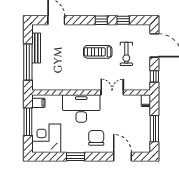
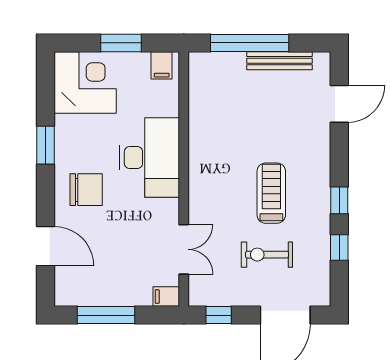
double door: (112, 93) -> (184, 249), moved
window: (28, 122) -> (121, 43), width x0.69
door: (122, 157) -> (46, 246), hinge flipped

